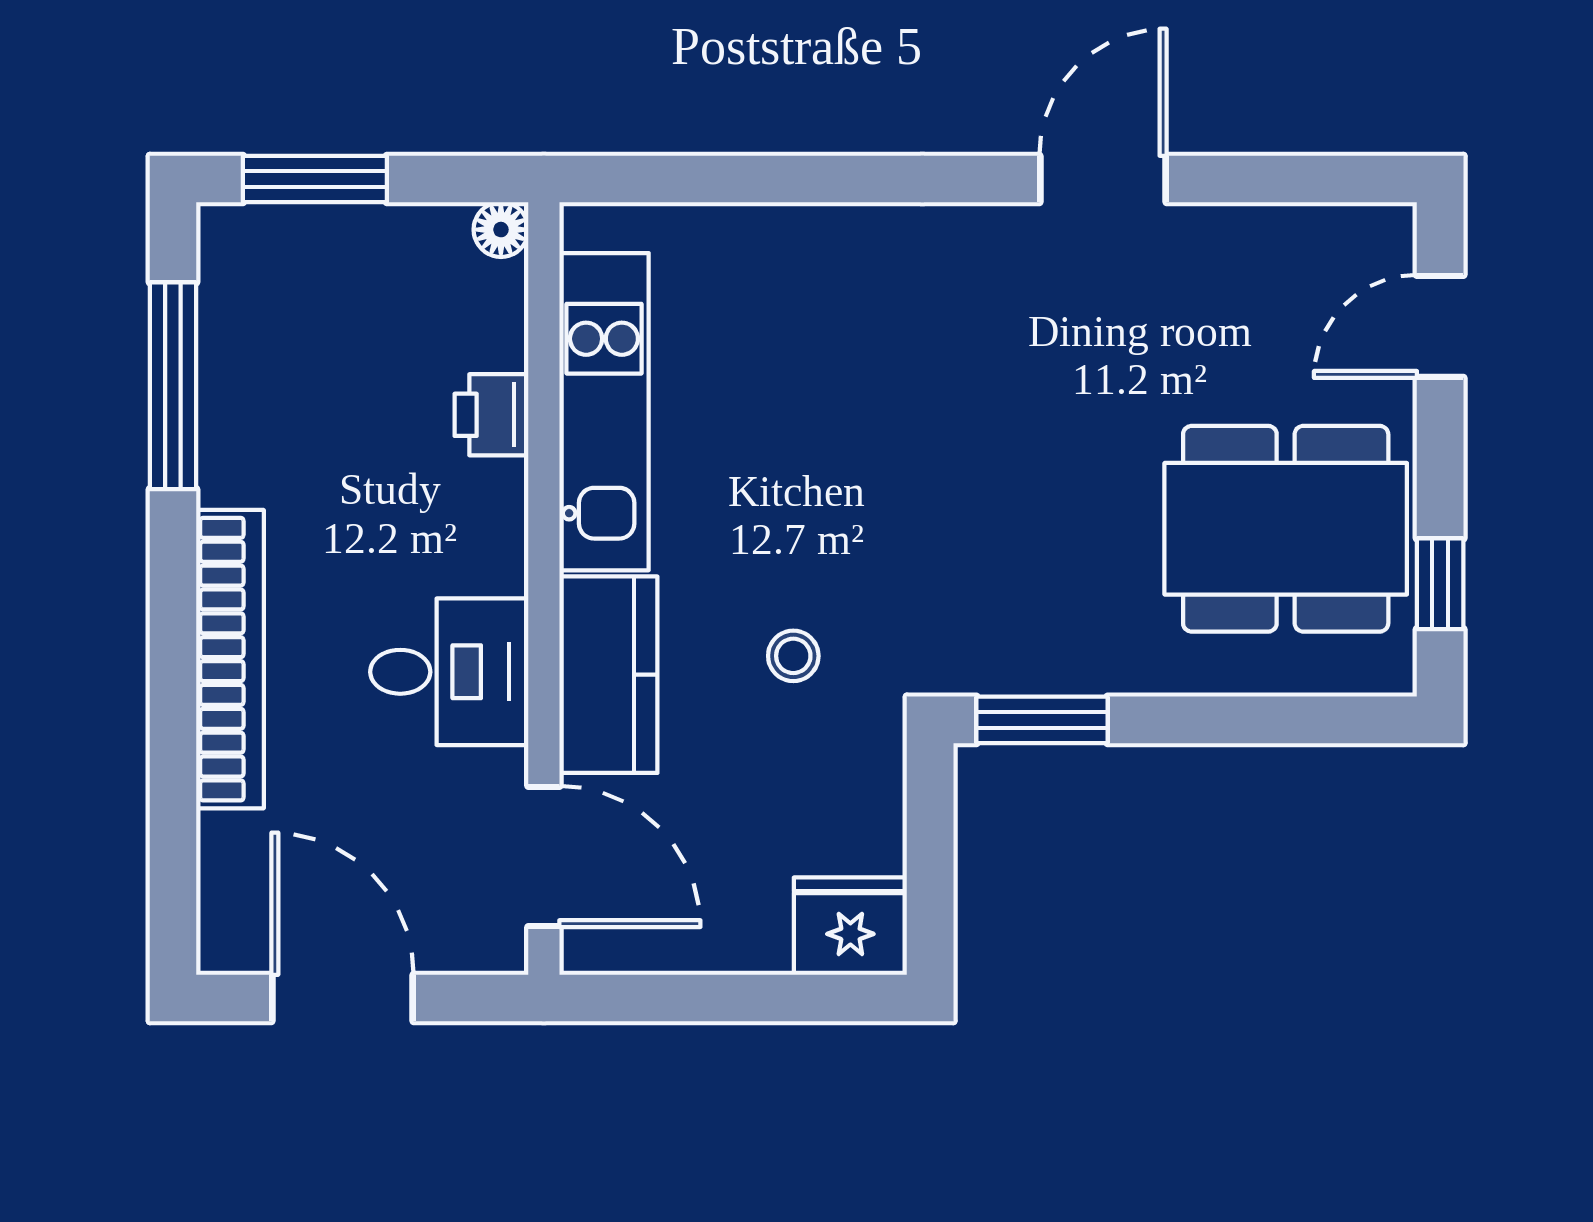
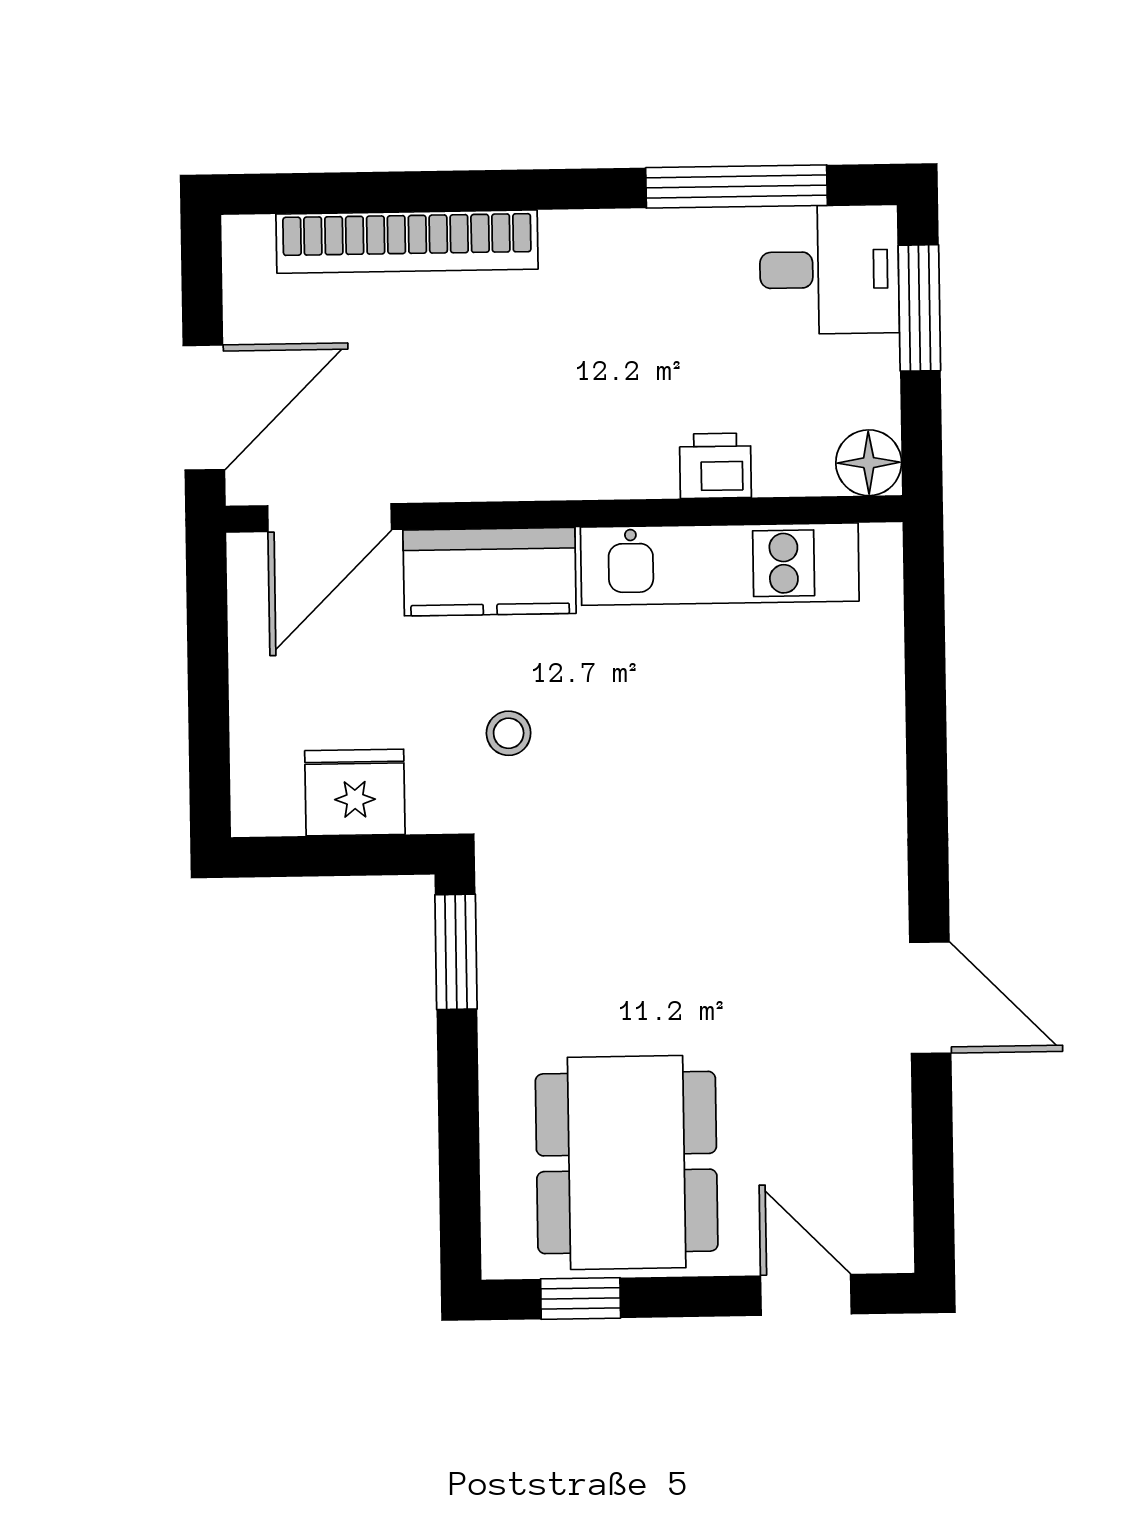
floor lamp: (501, 230) -> (869, 463), width x1.37, depth x1.37
bookcase: (230, 659) -> (407, 242), moved
desk: (449, 672) -> (829, 270), moved, turned -90
fridge: (850, 926) -> (355, 793), moved, turned -90
door: (343, 998) -> (204, 408), moved

